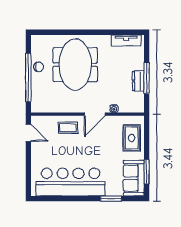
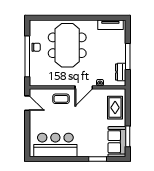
dresser: (138, 81) -> (121, 72), moved
bar counter: (71, 182) -> (55, 145), width x0.73

